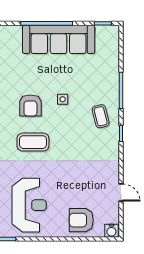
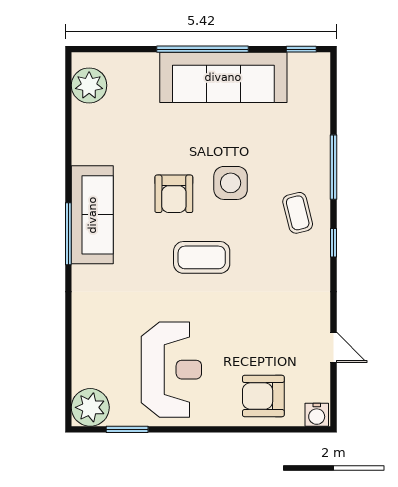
side table: (63, 99) -> (231, 183), width x1.87, depth x1.87
coffee table: (33, 142) -> (202, 257), moved

